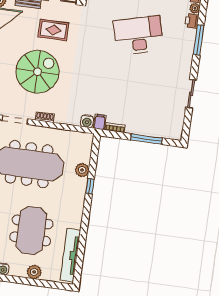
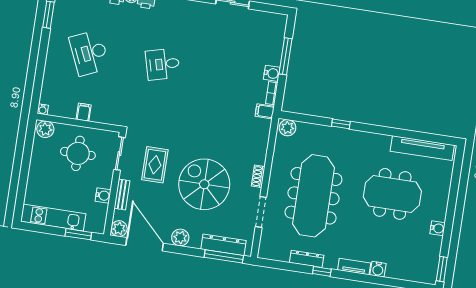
desk: (138, 35) -> (163, 64), width x0.53, depth x0.77
water cooler: (87, 121) -> (272, 73), moved
plant: (82, 170) -> (287, 128), moved
plant: (34, 272) -> (441, 191), removed

